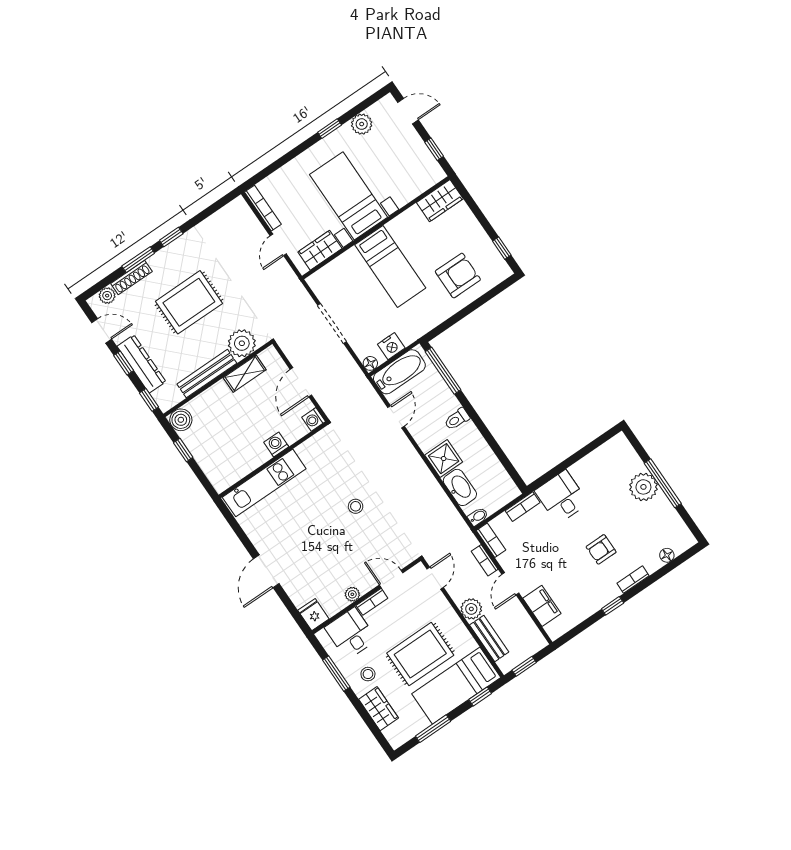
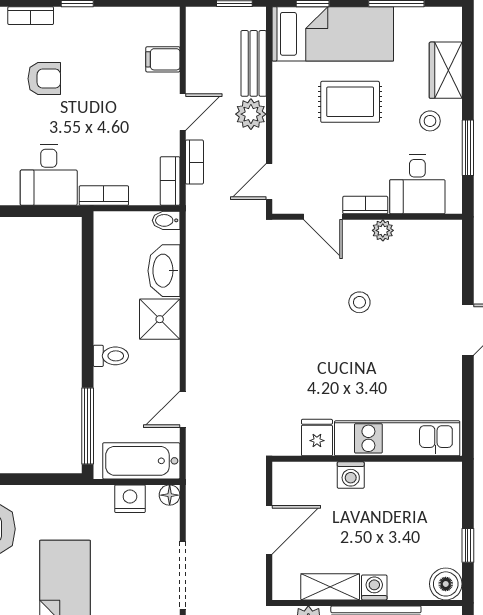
washing machine: (314, 419) -> (374, 587), moved, turned -90
stool: (356, 506) -> (359, 302), moved
filing cabinet: (542, 606) -> (163, 59), width x0.50
fridge: (313, 615) -> (317, 438), moved, turned 180
rug: (420, 654) -> (350, 102), width x0.73, depth x0.70

